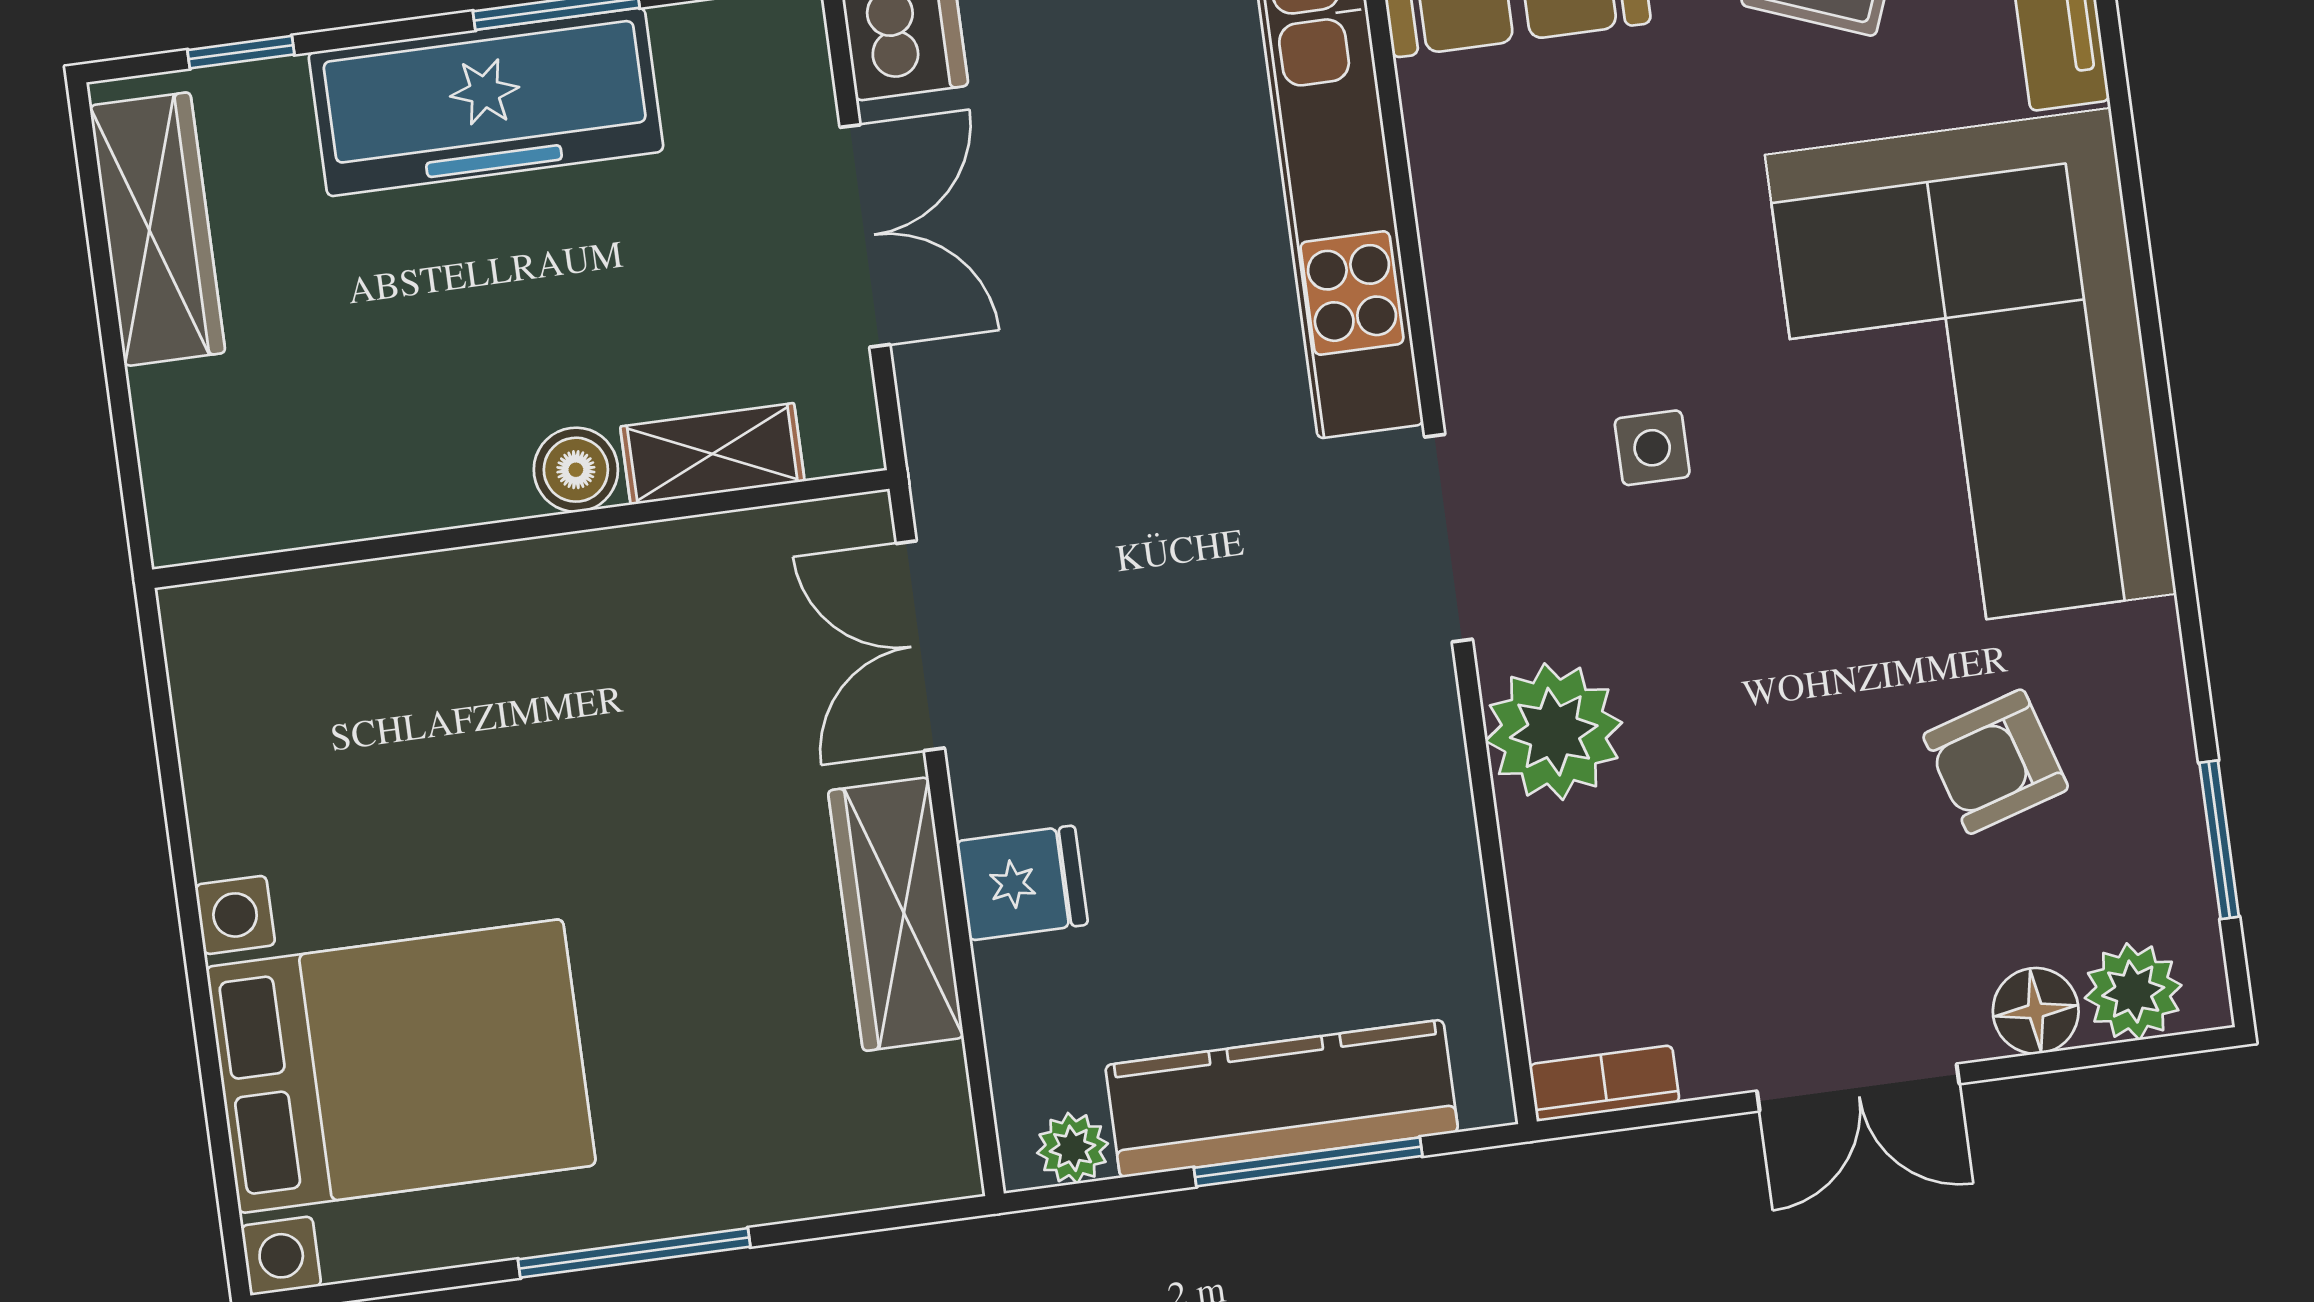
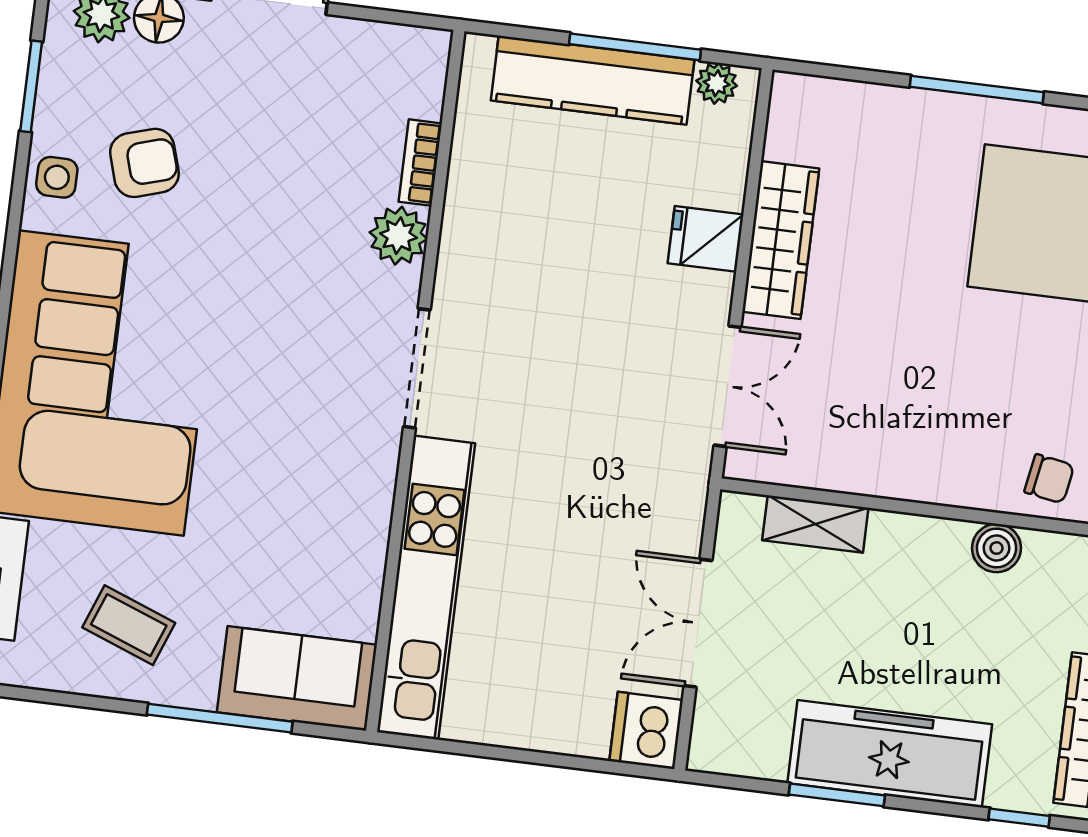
side table: (1652, 448) -> (57, 177), moved
boiler: (576, 470) -> (997, 548), moved
chair: (341, 633) -> (1049, 479), added
plant: (1554, 732) -> (399, 236), width x0.73, depth x0.73
bookcase: (1604, 1083) -> (420, 163), moved, turned 90
window: (1308, 1162) -> (635, 47), moved

